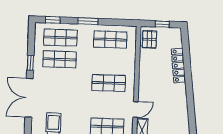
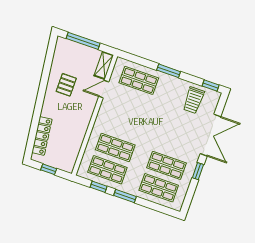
window: (53, 20) -> (99, 187), moved
pallet: (149, 39) -> (66, 85), moved
locker: (178, 65) -> (42, 136), moved
shop shelf: (109, 83) -> (115, 147), moved

